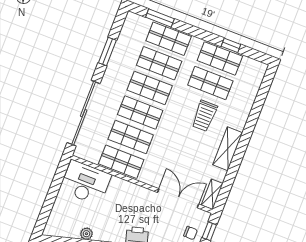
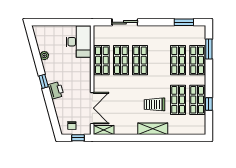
window: (107, 51) -> (184, 22), moved
shop shelf: (150, 88) -> (159, 60), removed
sliding door: (84, 113) -> (125, 22), width x0.54
shelving: (228, 149) -> (153, 129), moved

